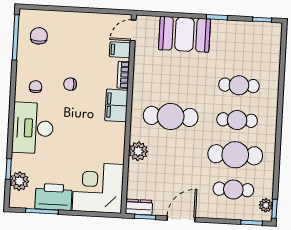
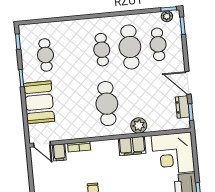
cafe table: (239, 85) -> (45, 55), moved
filing cabinet: (116, 105) -> (132, 146), moved
dresser: (139, 207) -> (182, 107), moved

